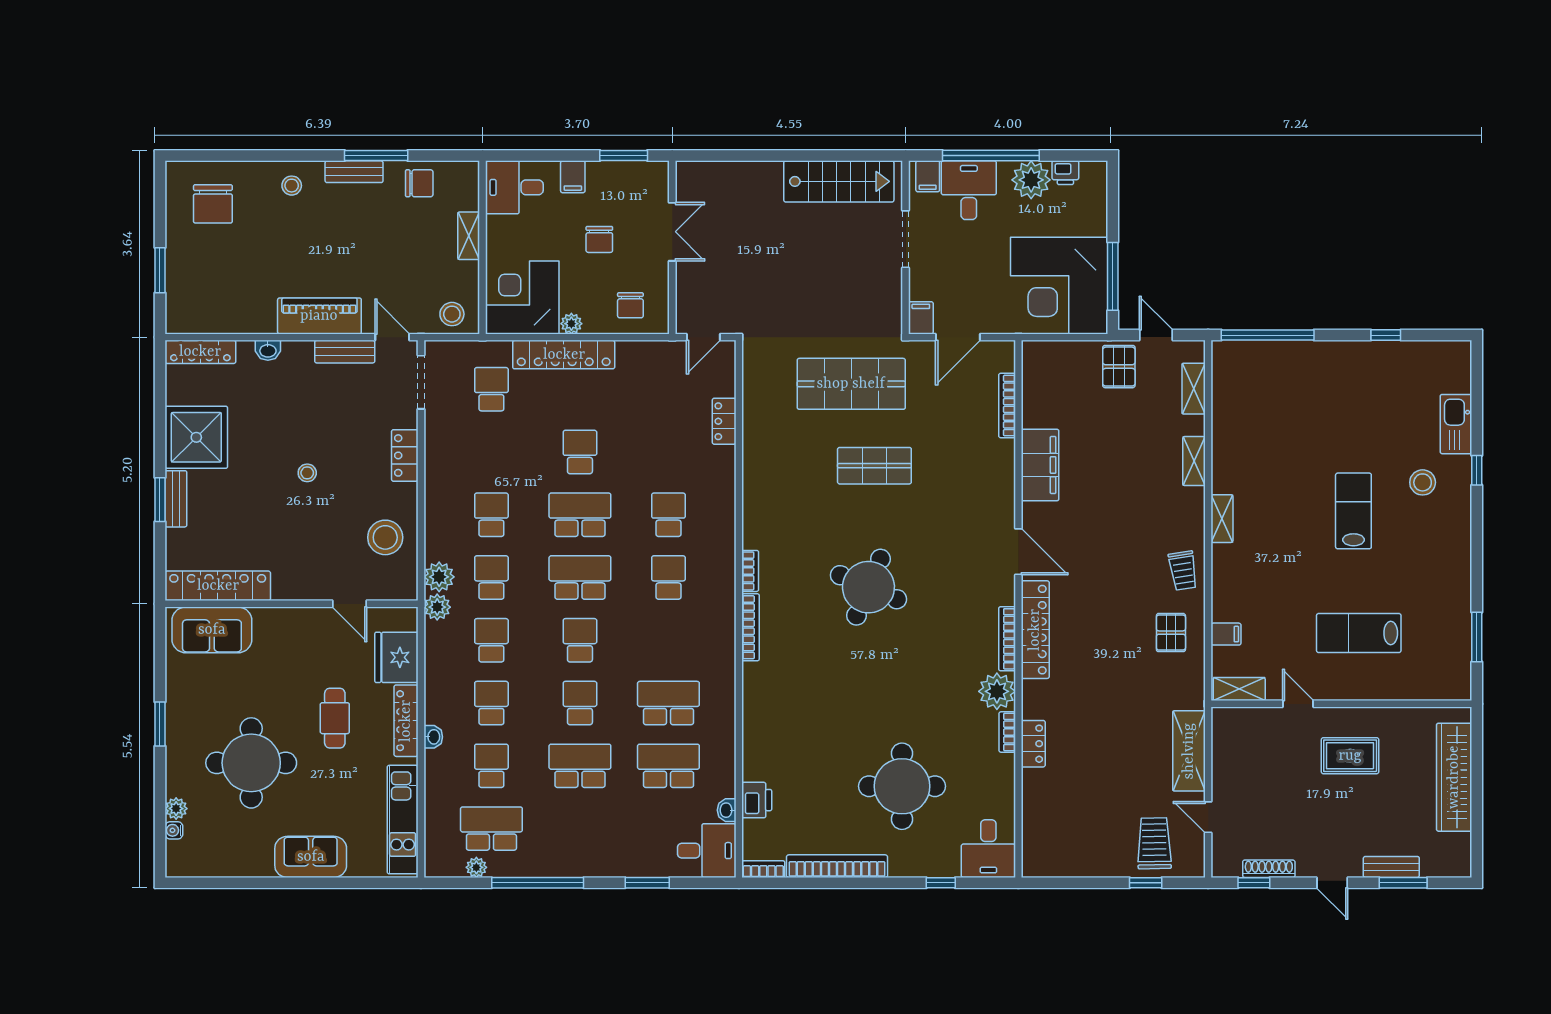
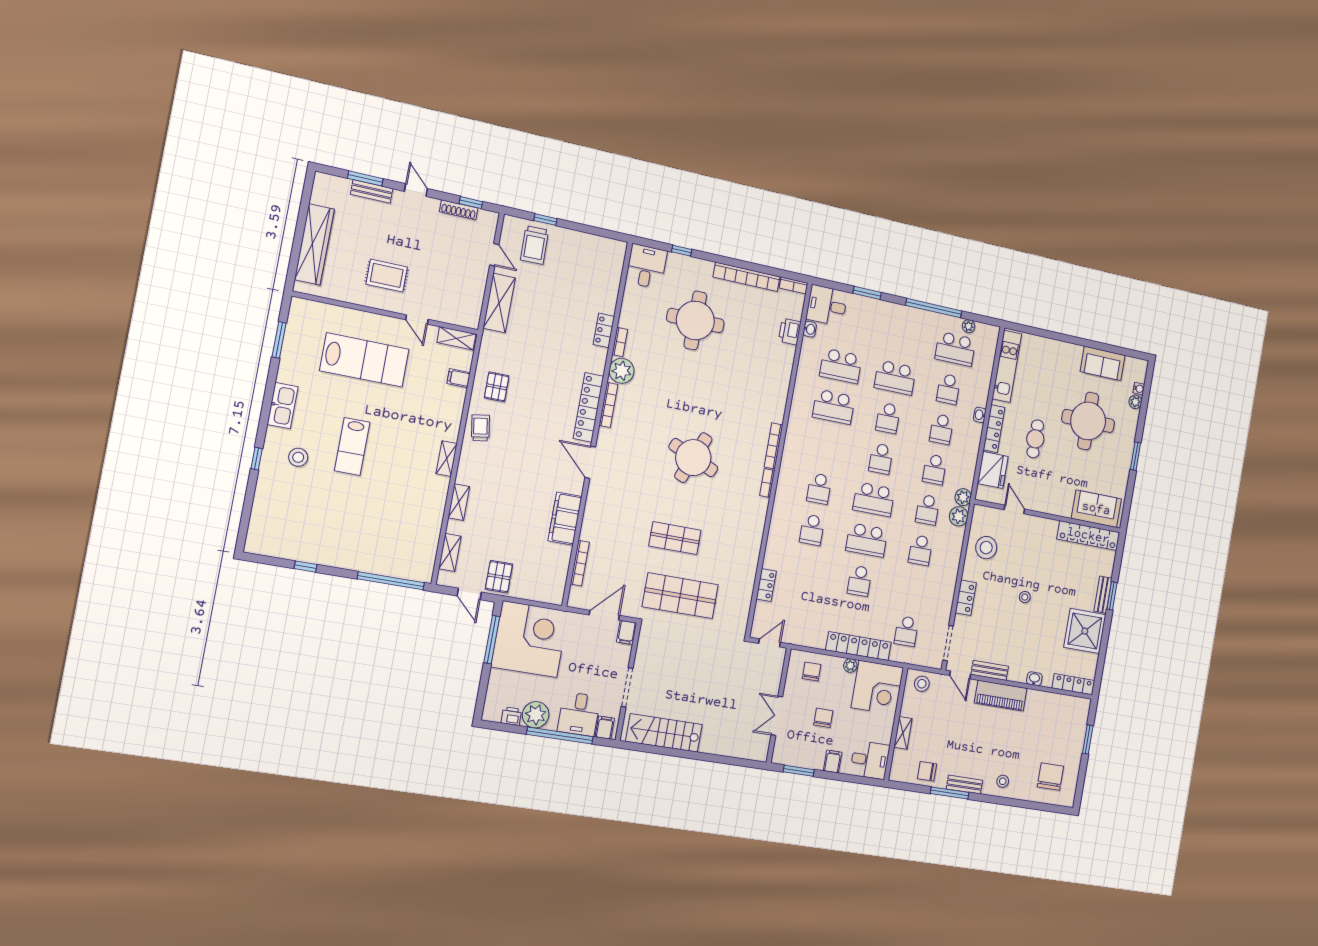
kitchen sink: (1456, 424) -> (283, 406), moved
lab bench: (1359, 633) -> (364, 360), width x1.36, depth x1.39
sofa: (311, 857) -> (1103, 363), moved

